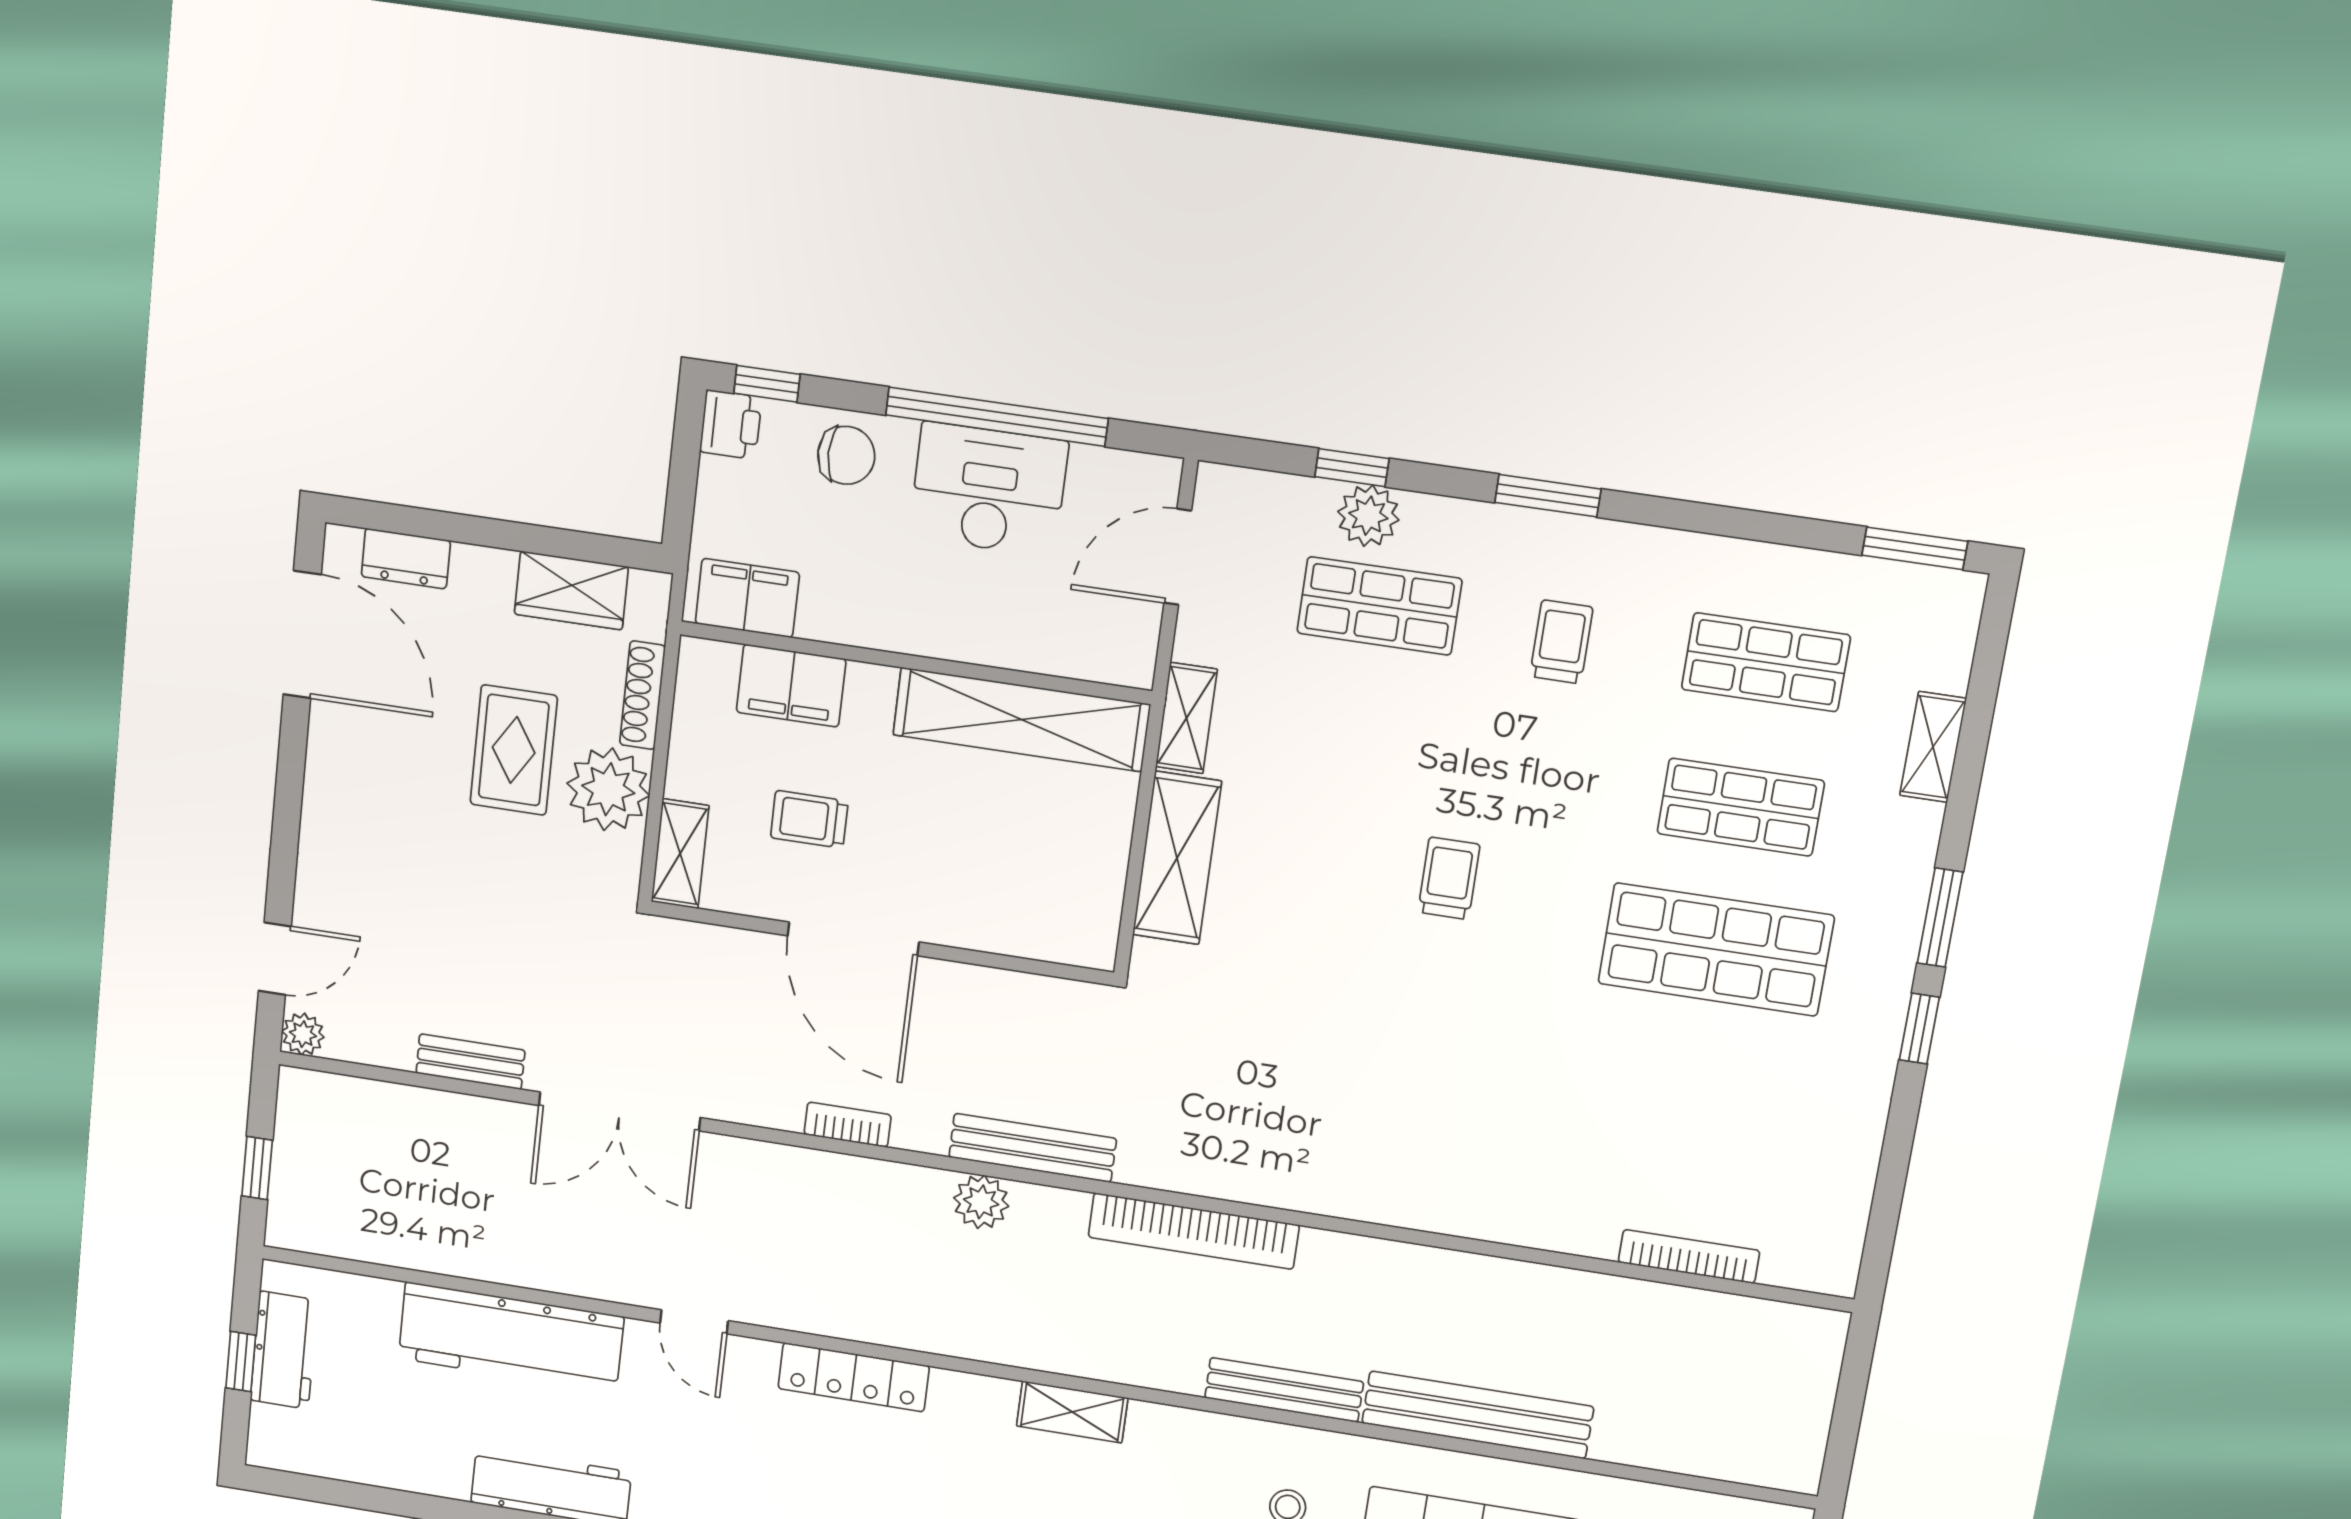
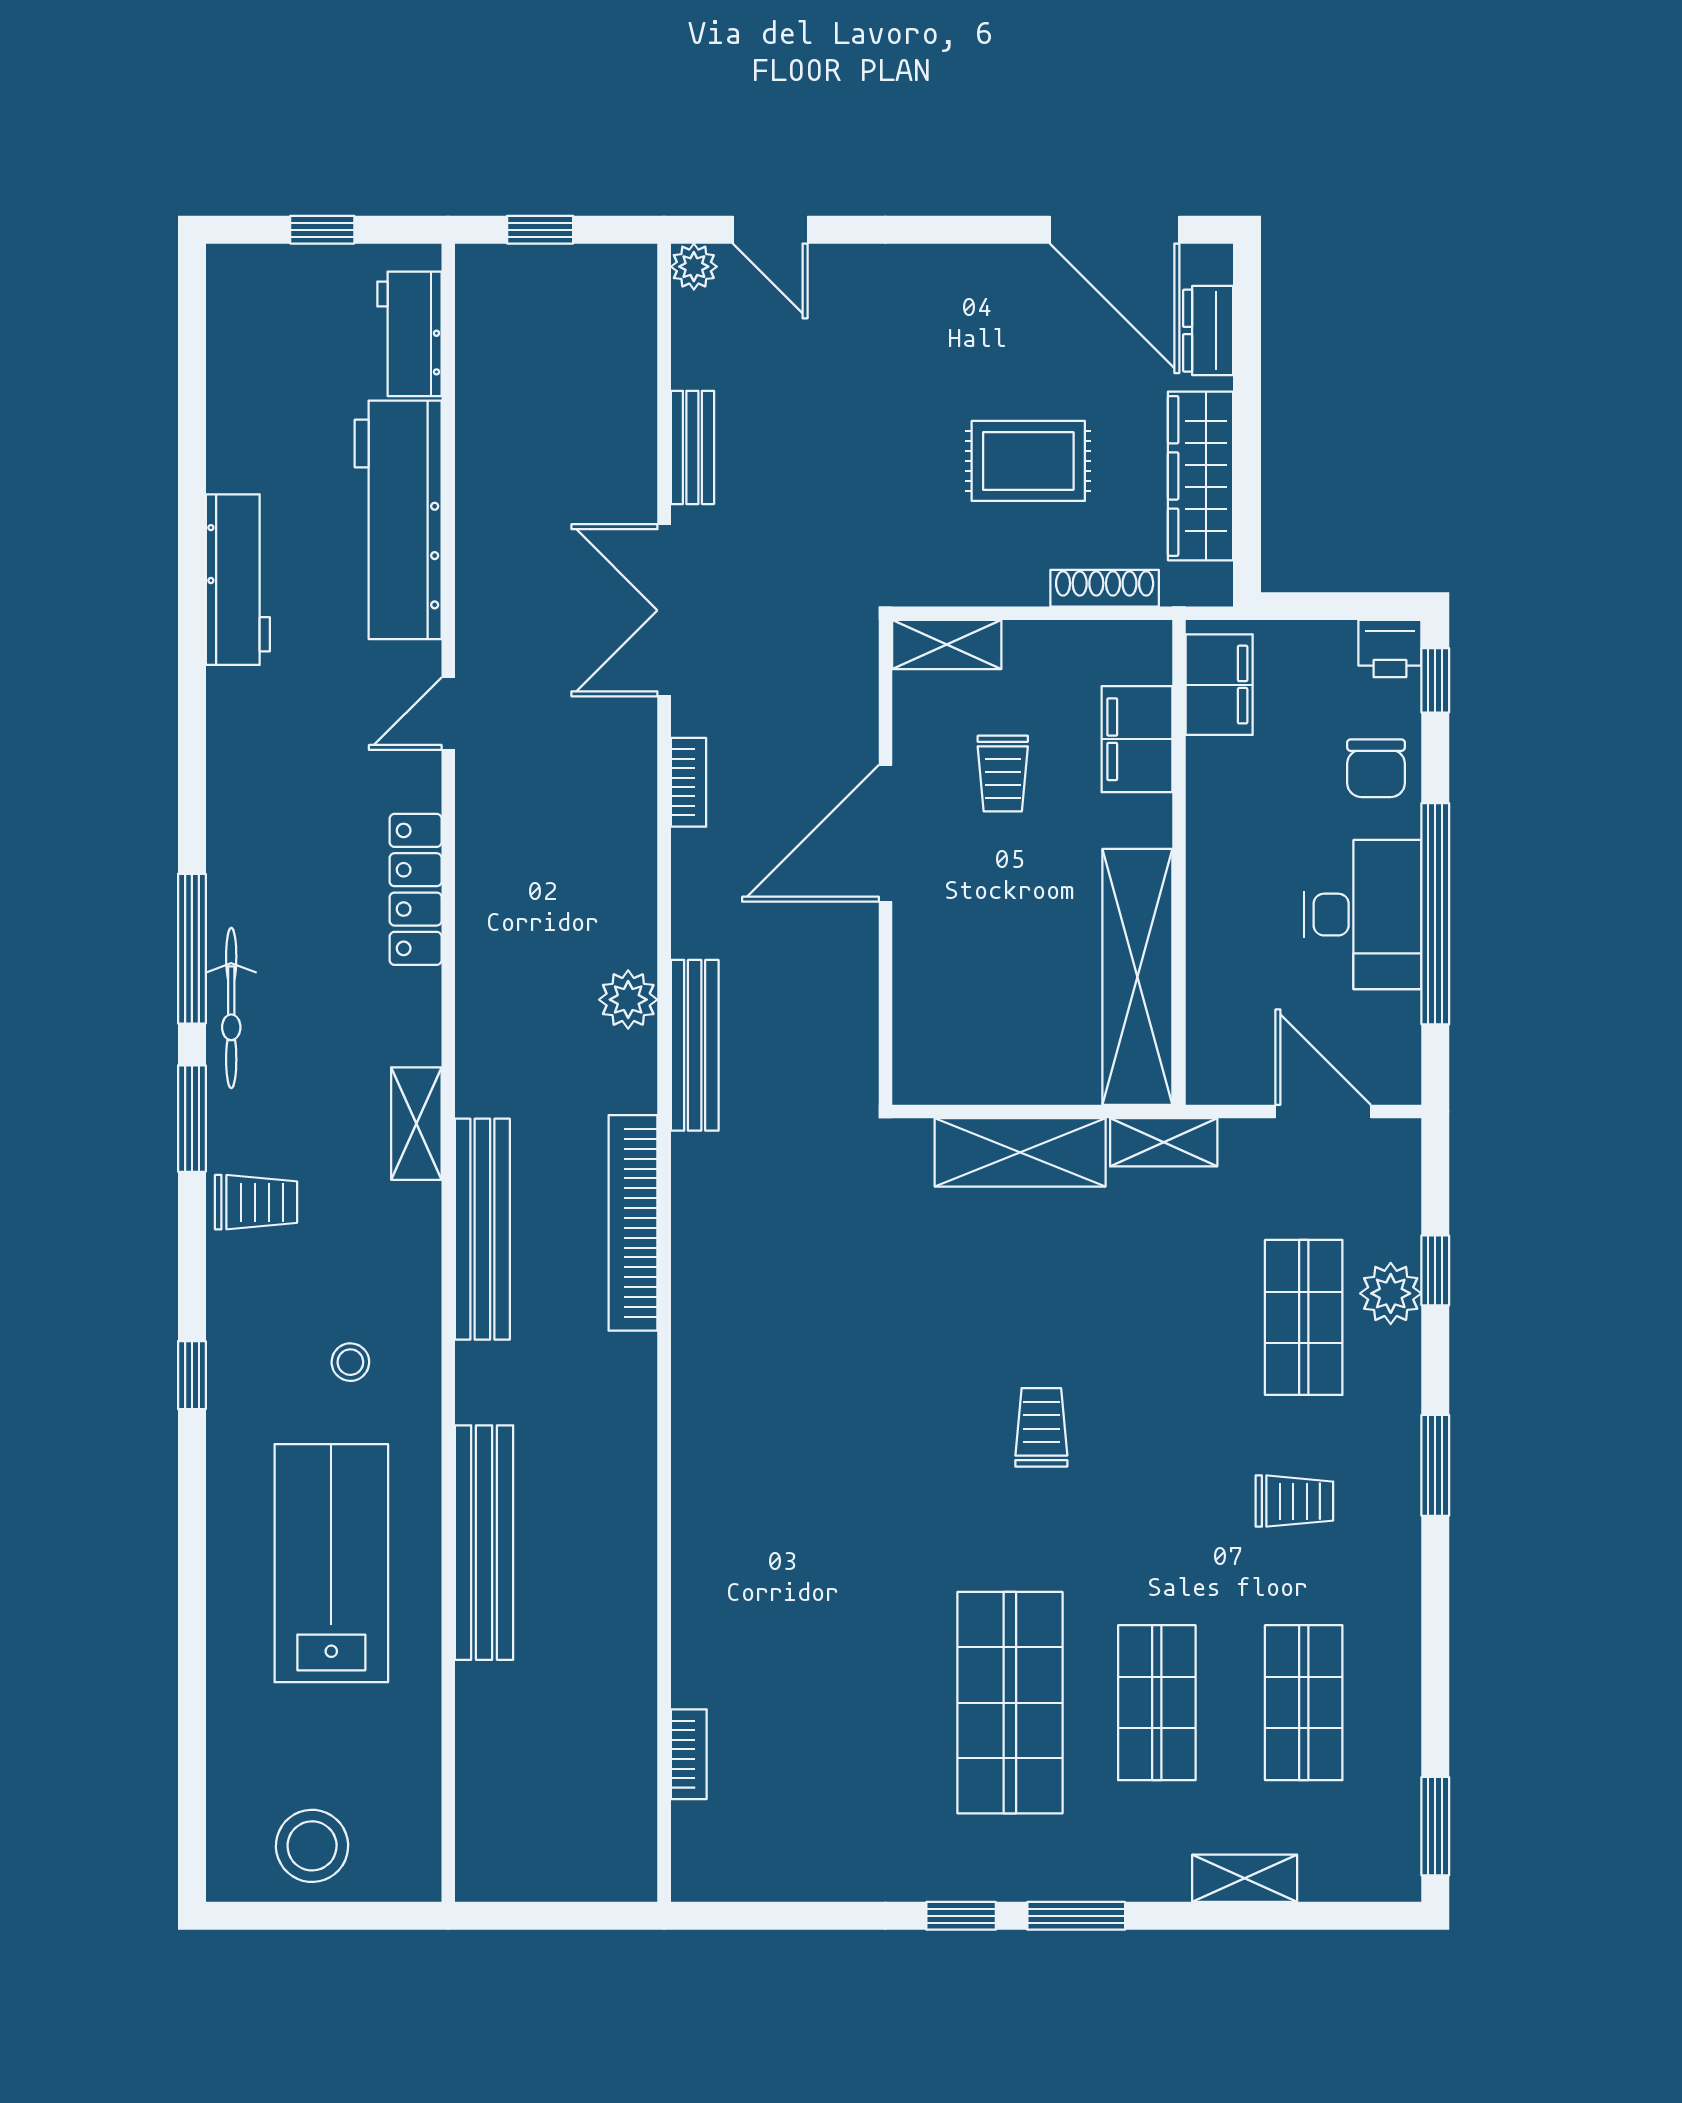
wardrobe: (571, 590) -> (1201, 476), width x1.50
door: (302, 635) -> (1115, 230), hinge flipped
plant: (608, 789) -> (1002, 563), removed
trolley: (809, 819) -> (1003, 774), turned 180
trolley: (1449, 878) -> (1041, 1427), turned -90
bookcase: (848, 1125) -> (689, 782), moved
bookcase: (1689, 1256) -> (689, 1754), width x0.64
workbench: (284, 1350) -> (409, 334), moved, turned 90
bench: (1284, 1390) -> (482, 1229), moved, width x1.37, depth x1.21

